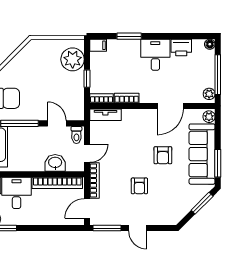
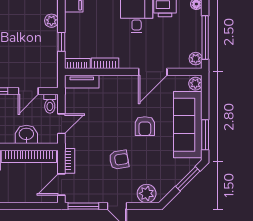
plant: (73, 59) -> (51, 21), width x0.53, depth x0.53
door: (57, 123) -> (28, 91), swing flipped
bookcase: (94, 181) -> (70, 161), width x0.64
armchair: (139, 186) -> (119, 160), turned -100
plant: (165, 217) -> (147, 193), added

